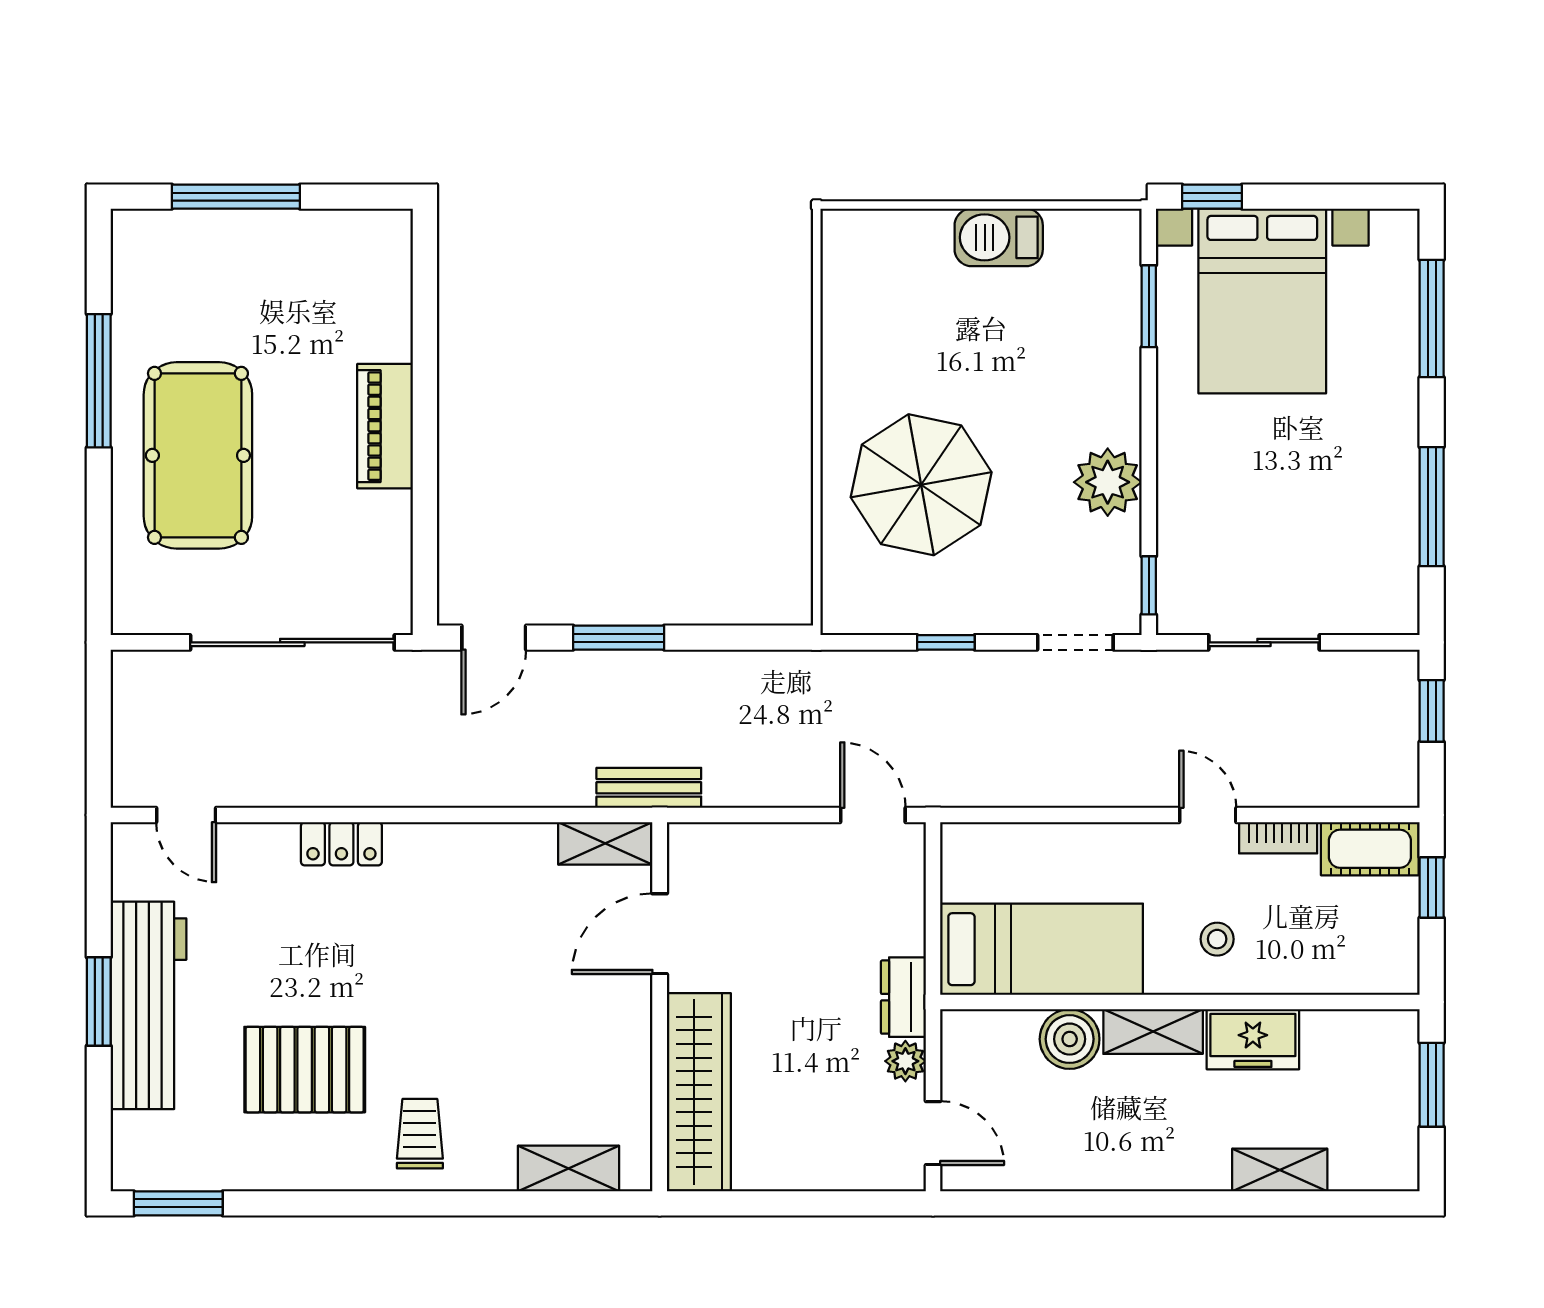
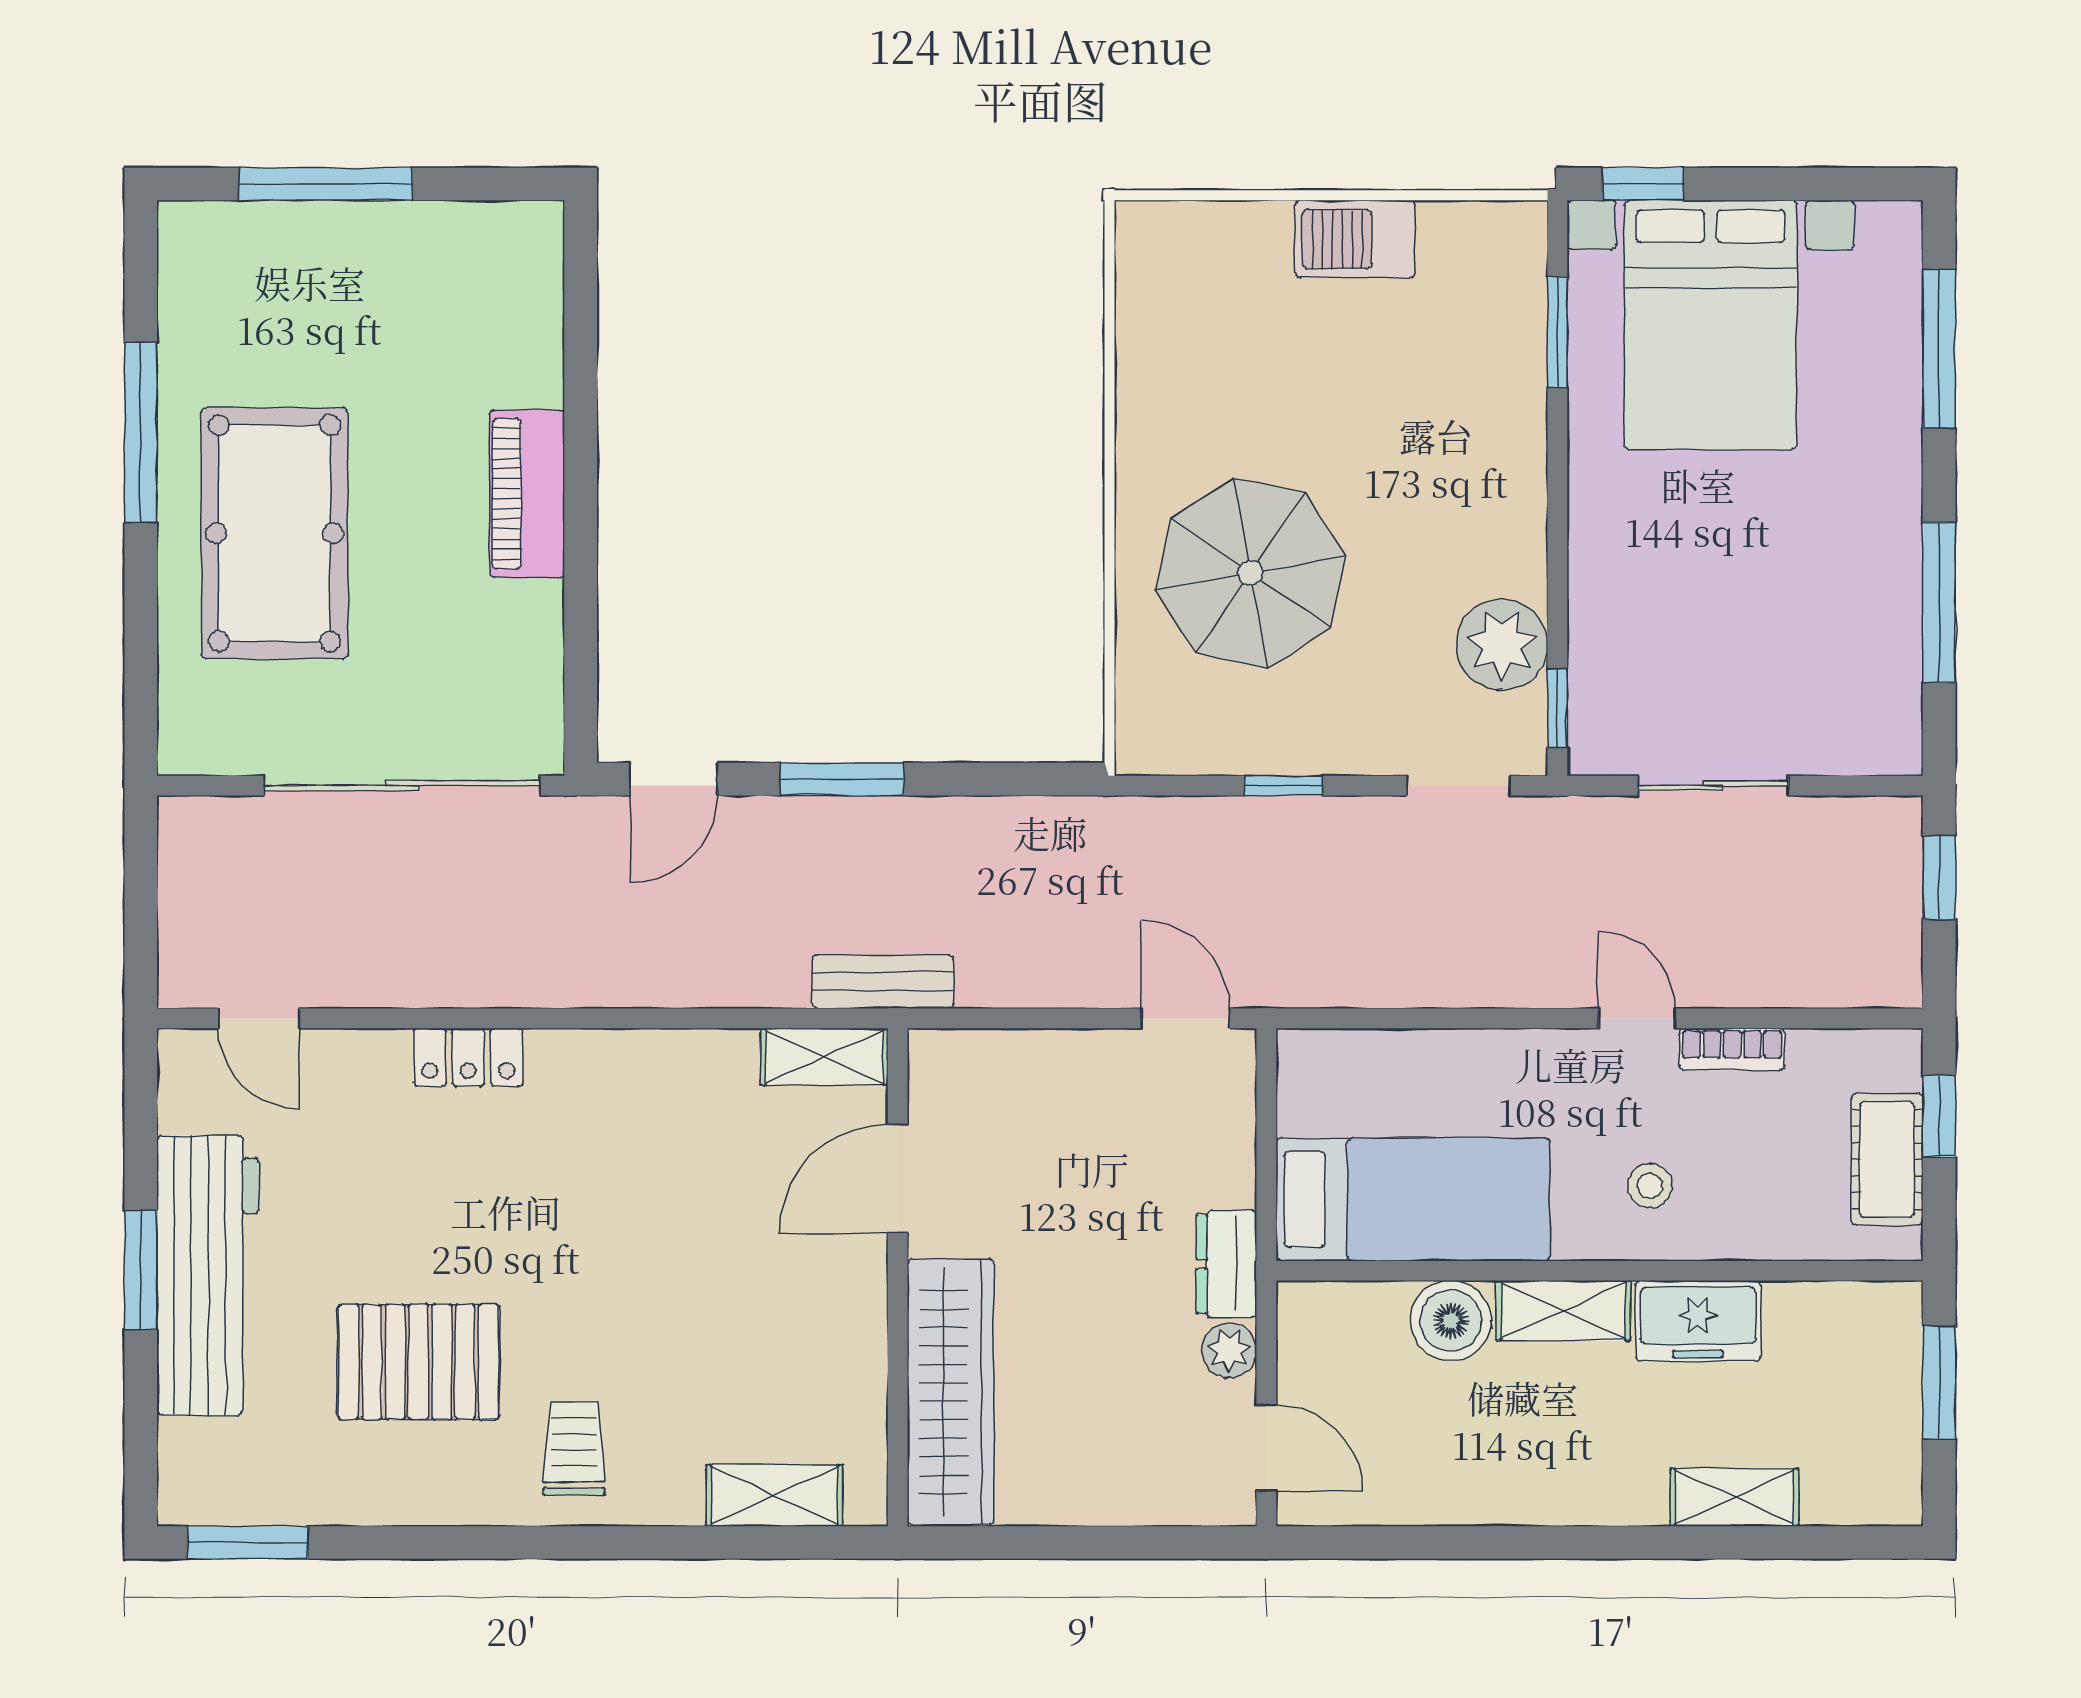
plant: (1108, 482) -> (1502, 645), moved
cot: (1370, 849) -> (1887, 1159), moved, turned 90

